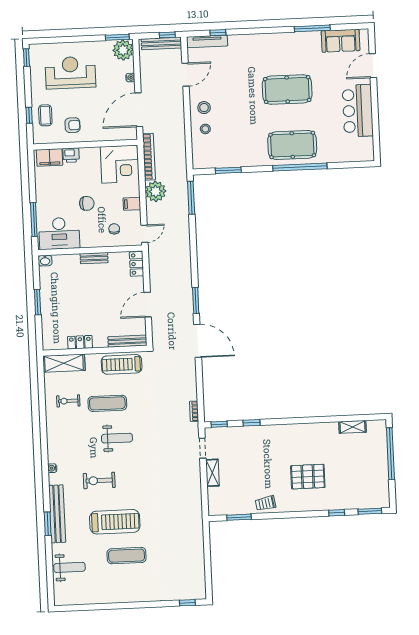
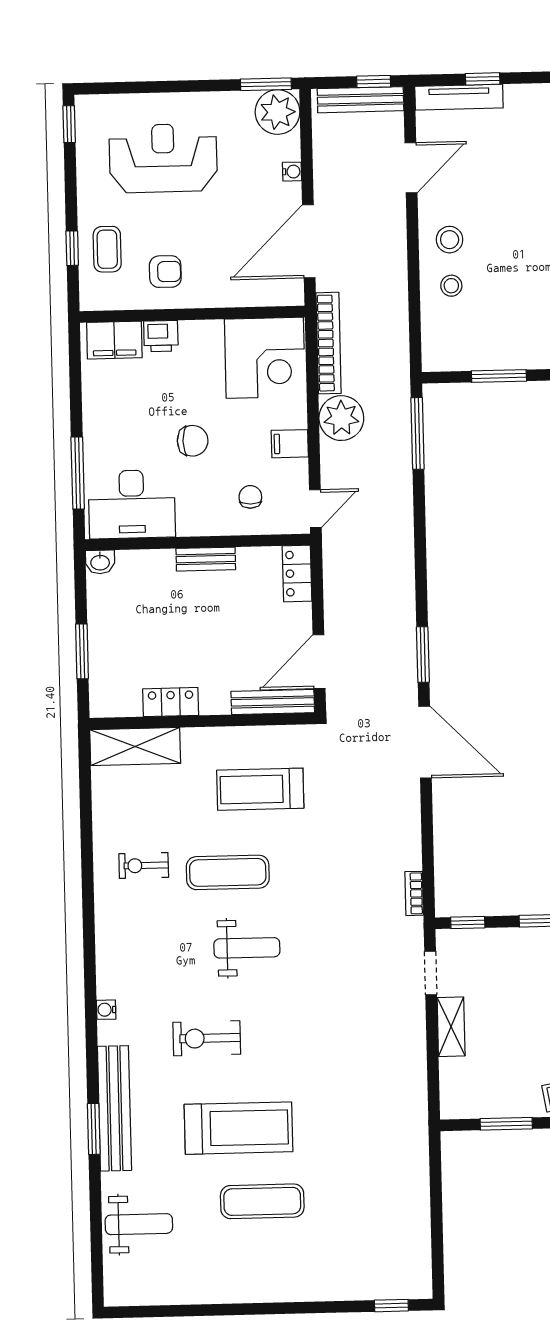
bench: (127, 341) -> (273, 702), moved
locker: (80, 342) -> (171, 702), moved
wall: (95, 351) -> (202, 721), moved
shelving: (64, 363) -> (135, 747), moved

